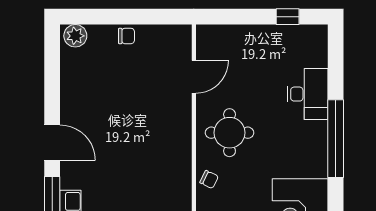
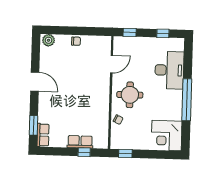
window: (226, 17) -> (130, 32), added
desk: (308, 94) -> (169, 70), width x1.36, depth x1.30
door: (52, 143) -> (35, 82), moved

